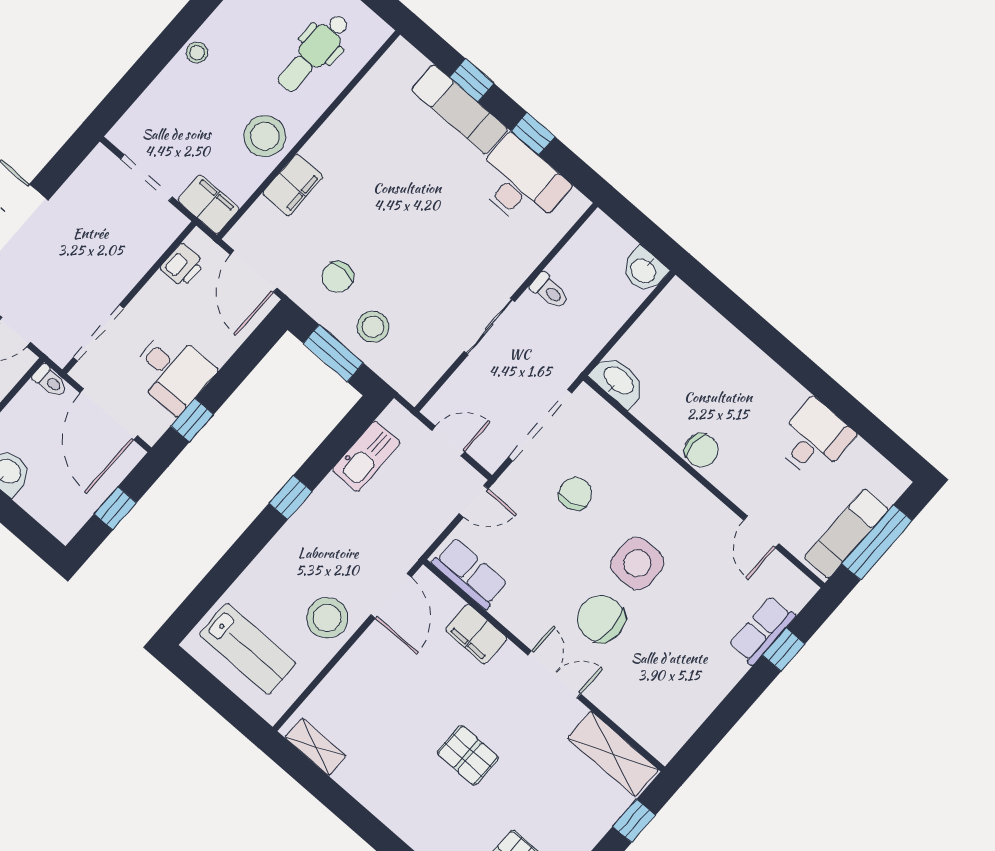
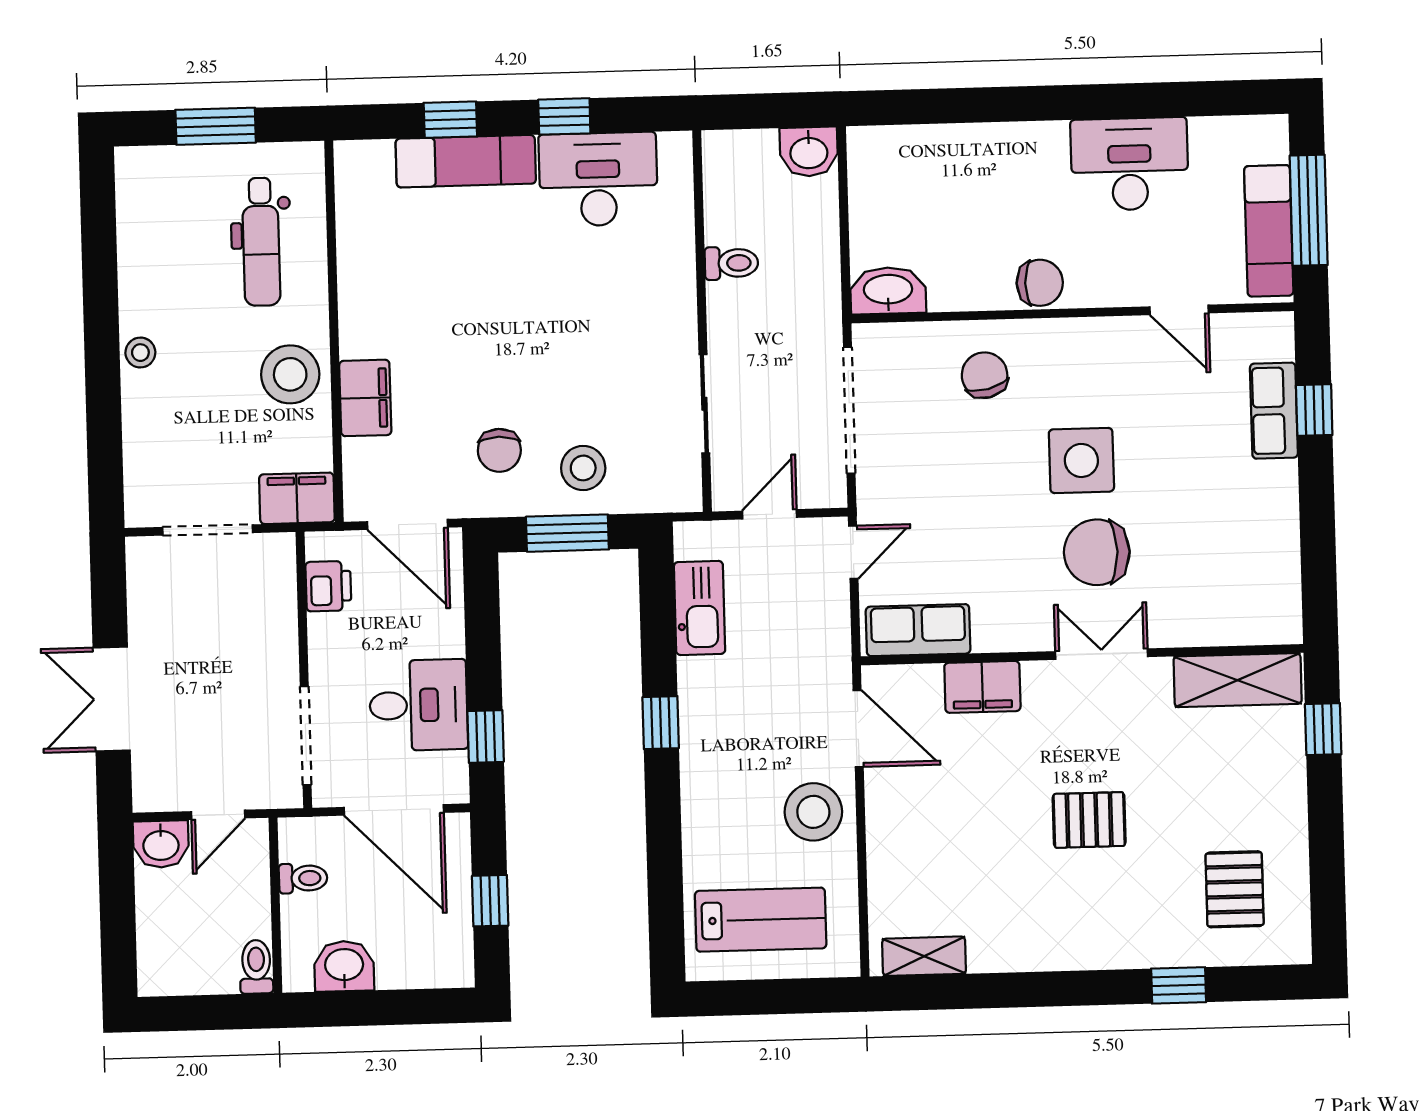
sliding door: (489, 326) -> (704, 404), moved
toilet: (50, 381) -> (303, 878), moved
desk: (814, 439) -> (1130, 164), width x1.37
chair: (575, 494) -> (985, 375), moved

